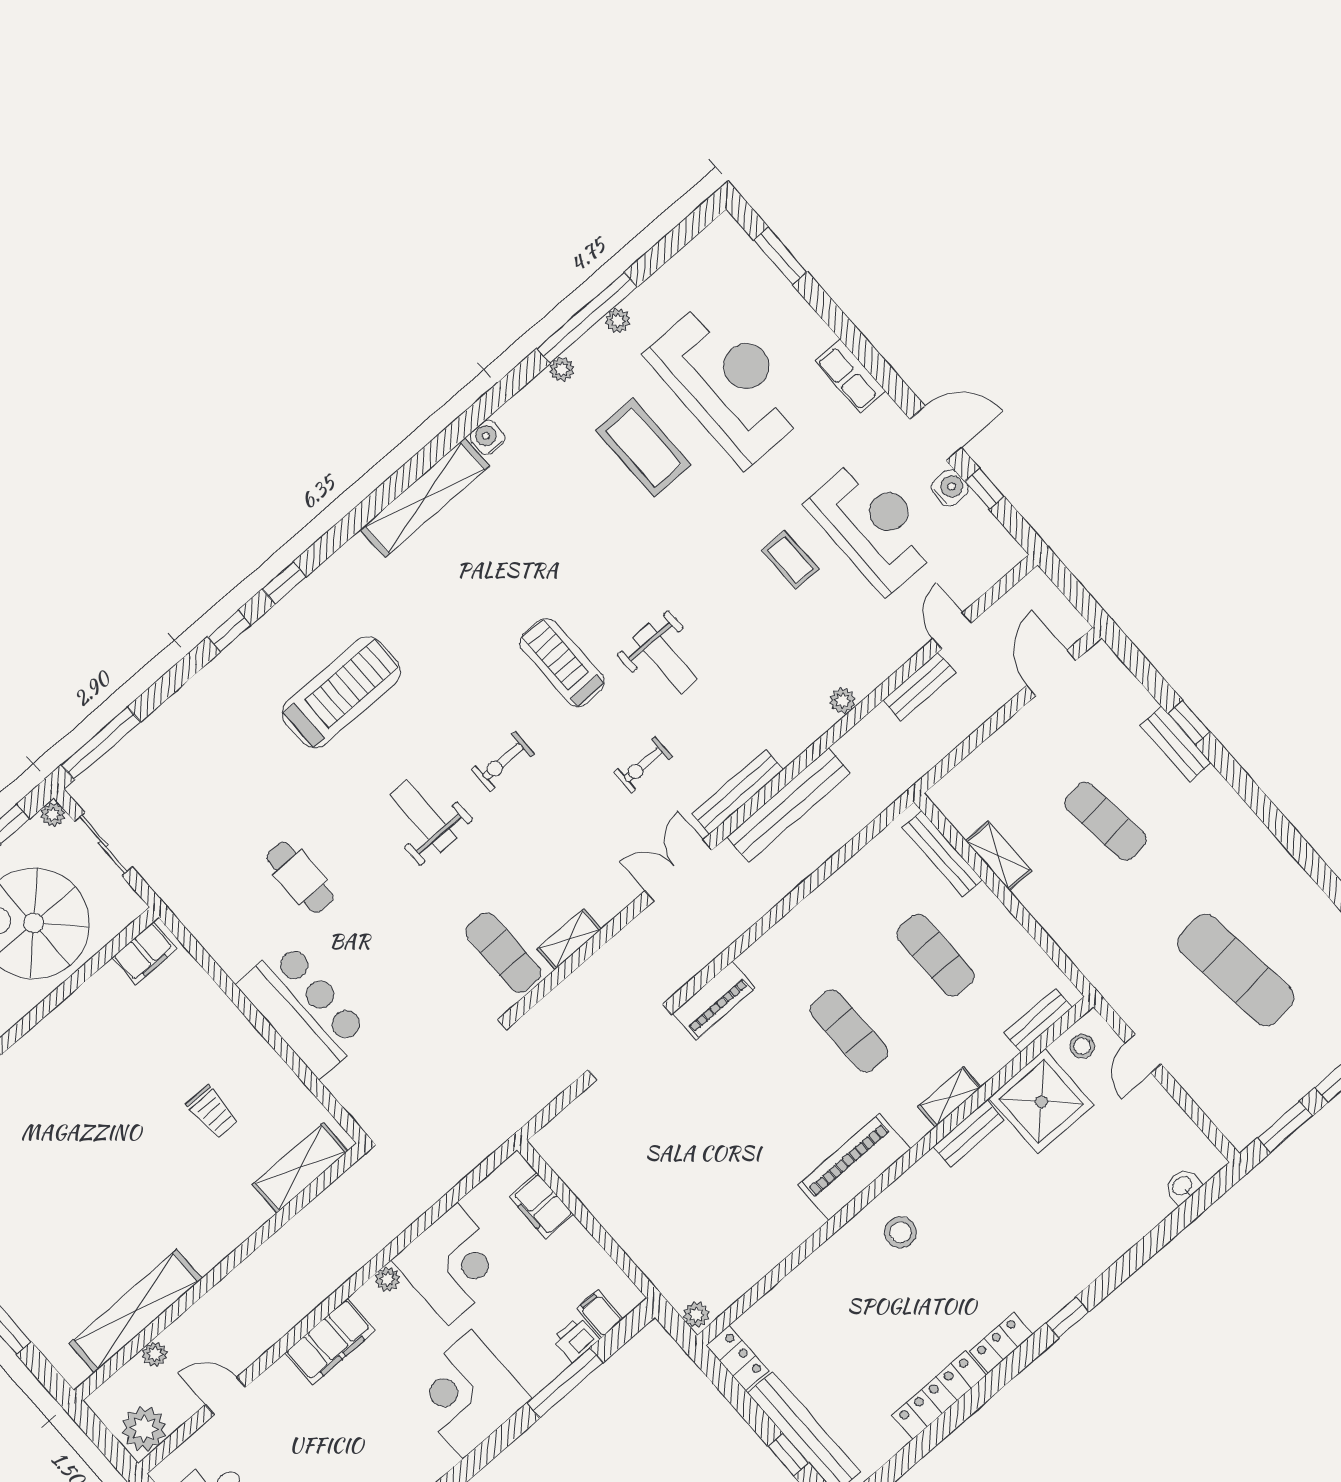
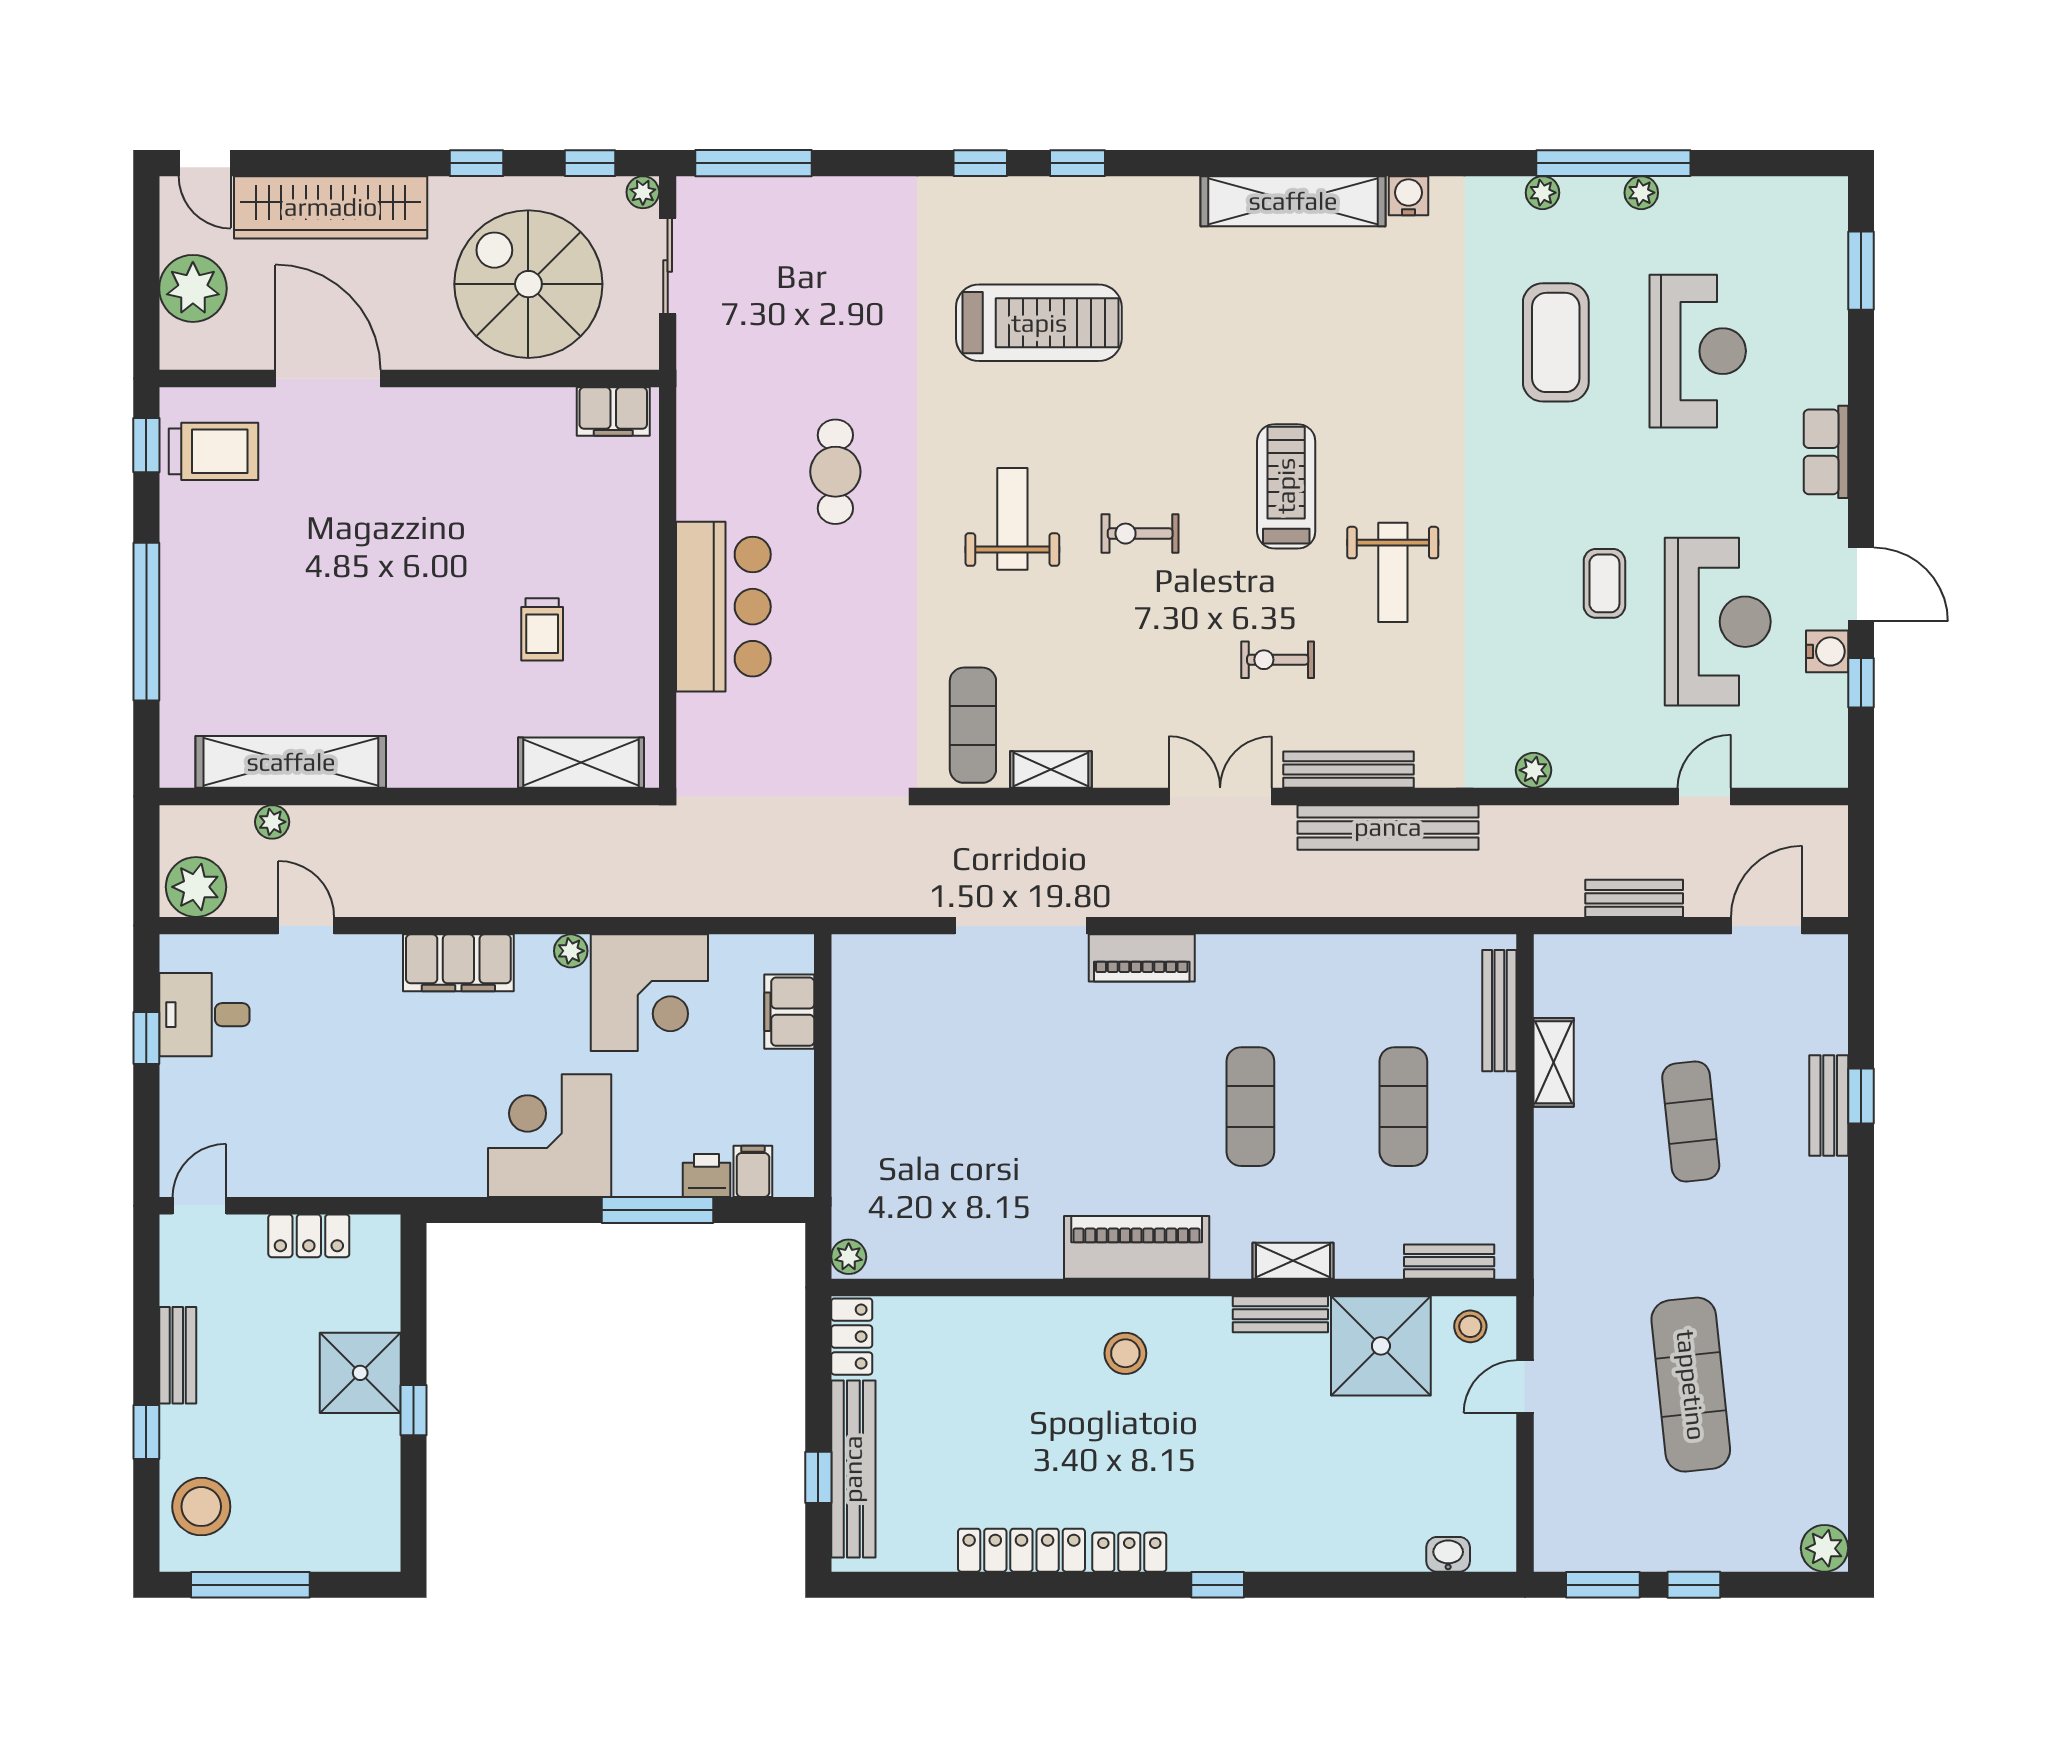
reception desk: (728, 382) -> (1698, 351), width x0.74, depth x0.77
bench: (920, 686) -> (1634, 898), moved

